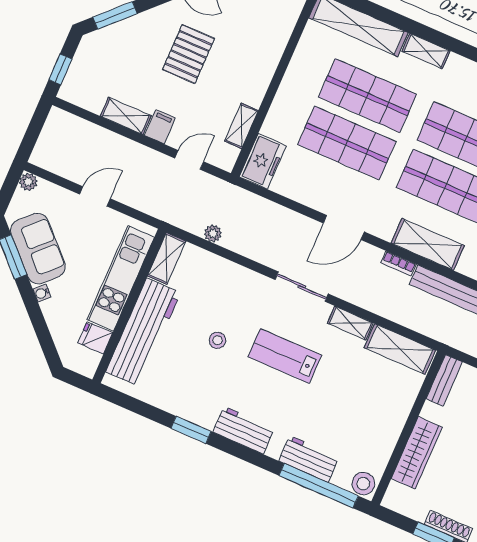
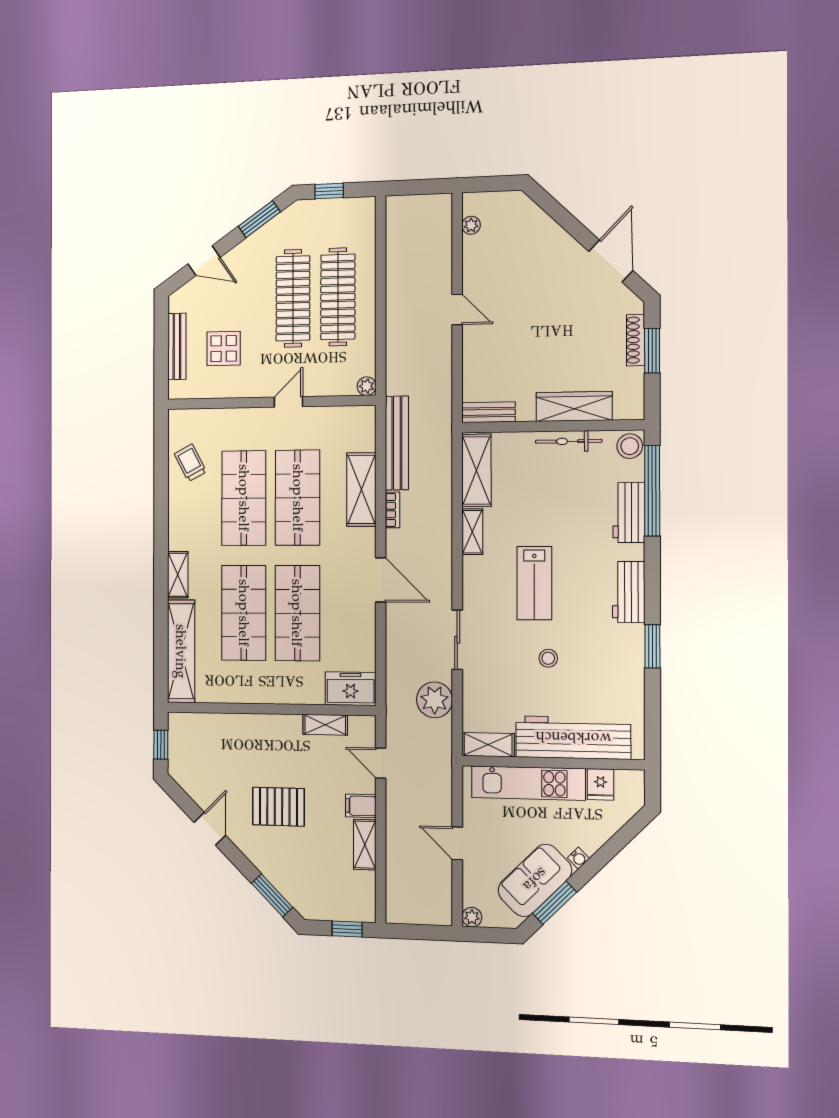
plant: (213, 233) -> (435, 700), width x1.88, depth x1.88
sliding door: (302, 287) -> (457, 640), moved
bicycle: (390, 436) -> (569, 441), added

